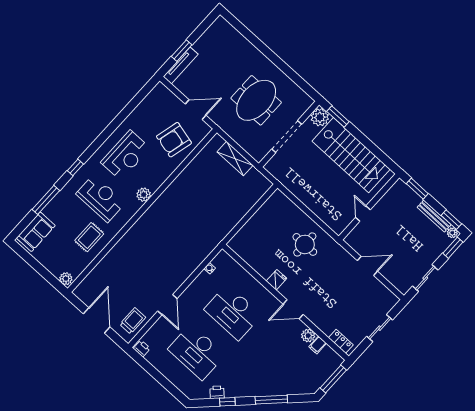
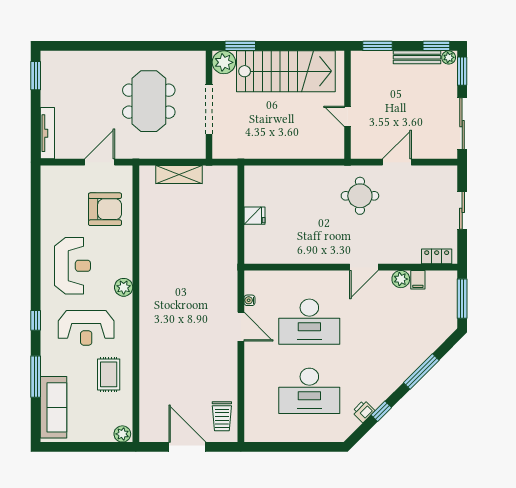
window: (182, 51) -> (36, 76), moved
armchair: (174, 140) -> (105, 209), turned -104
reception desk: (101, 198) -> (86, 328), turned 180
sofa: (36, 232) -> (54, 407), width x1.36
round table: (305, 244) -> (360, 196), moved
sliding door: (425, 278) -> (462, 124), width x1.37
fridge: (276, 280) -> (254, 216), moved, turned 90
door: (167, 305) -> (241, 327), moved
trolley: (133, 321) -> (222, 416), turned 180
printer: (142, 348) -> (254, 435), removed

